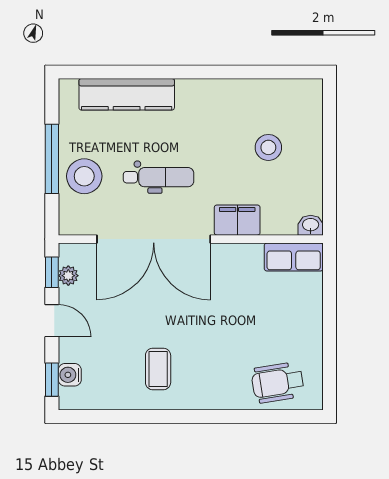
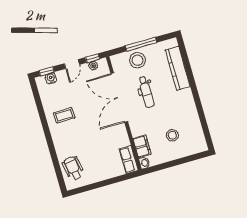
filing cabinet: (237, 220) -> (142, 146), moved

